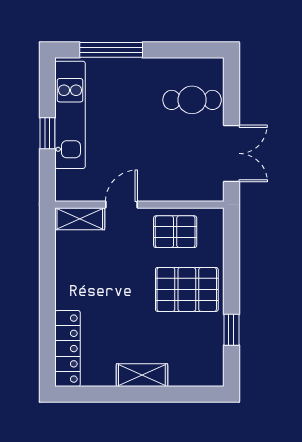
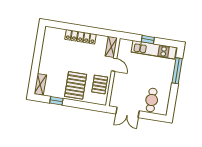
locker: (67, 349) -> (80, 37), moved
shelving: (142, 375) -> (40, 84), moved

